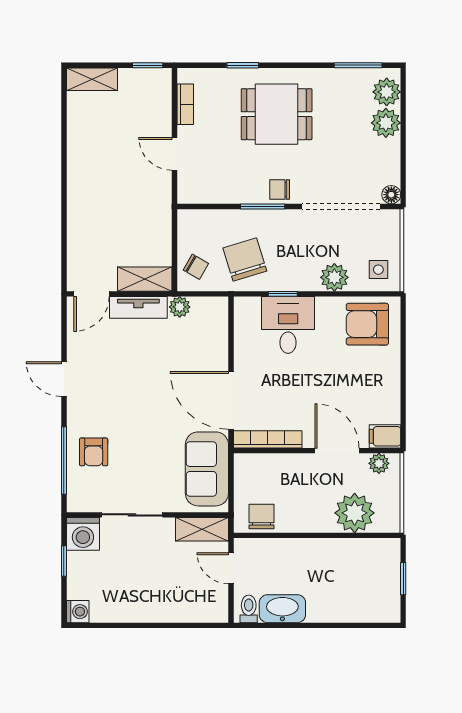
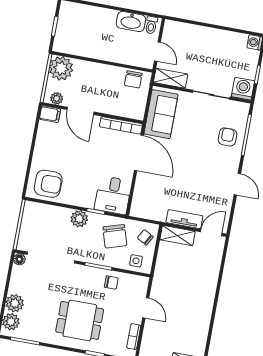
chair: (280, 189) -> (111, 283), moved
side table: (378, 270) -> (136, 261), moved
plant: (334, 277) -> (79, 219), moved
plant: (180, 307) -> (159, 215), removed
desk: (288, 325) -> (113, 195), moved
plant: (355, 513) -> (61, 68), moved

